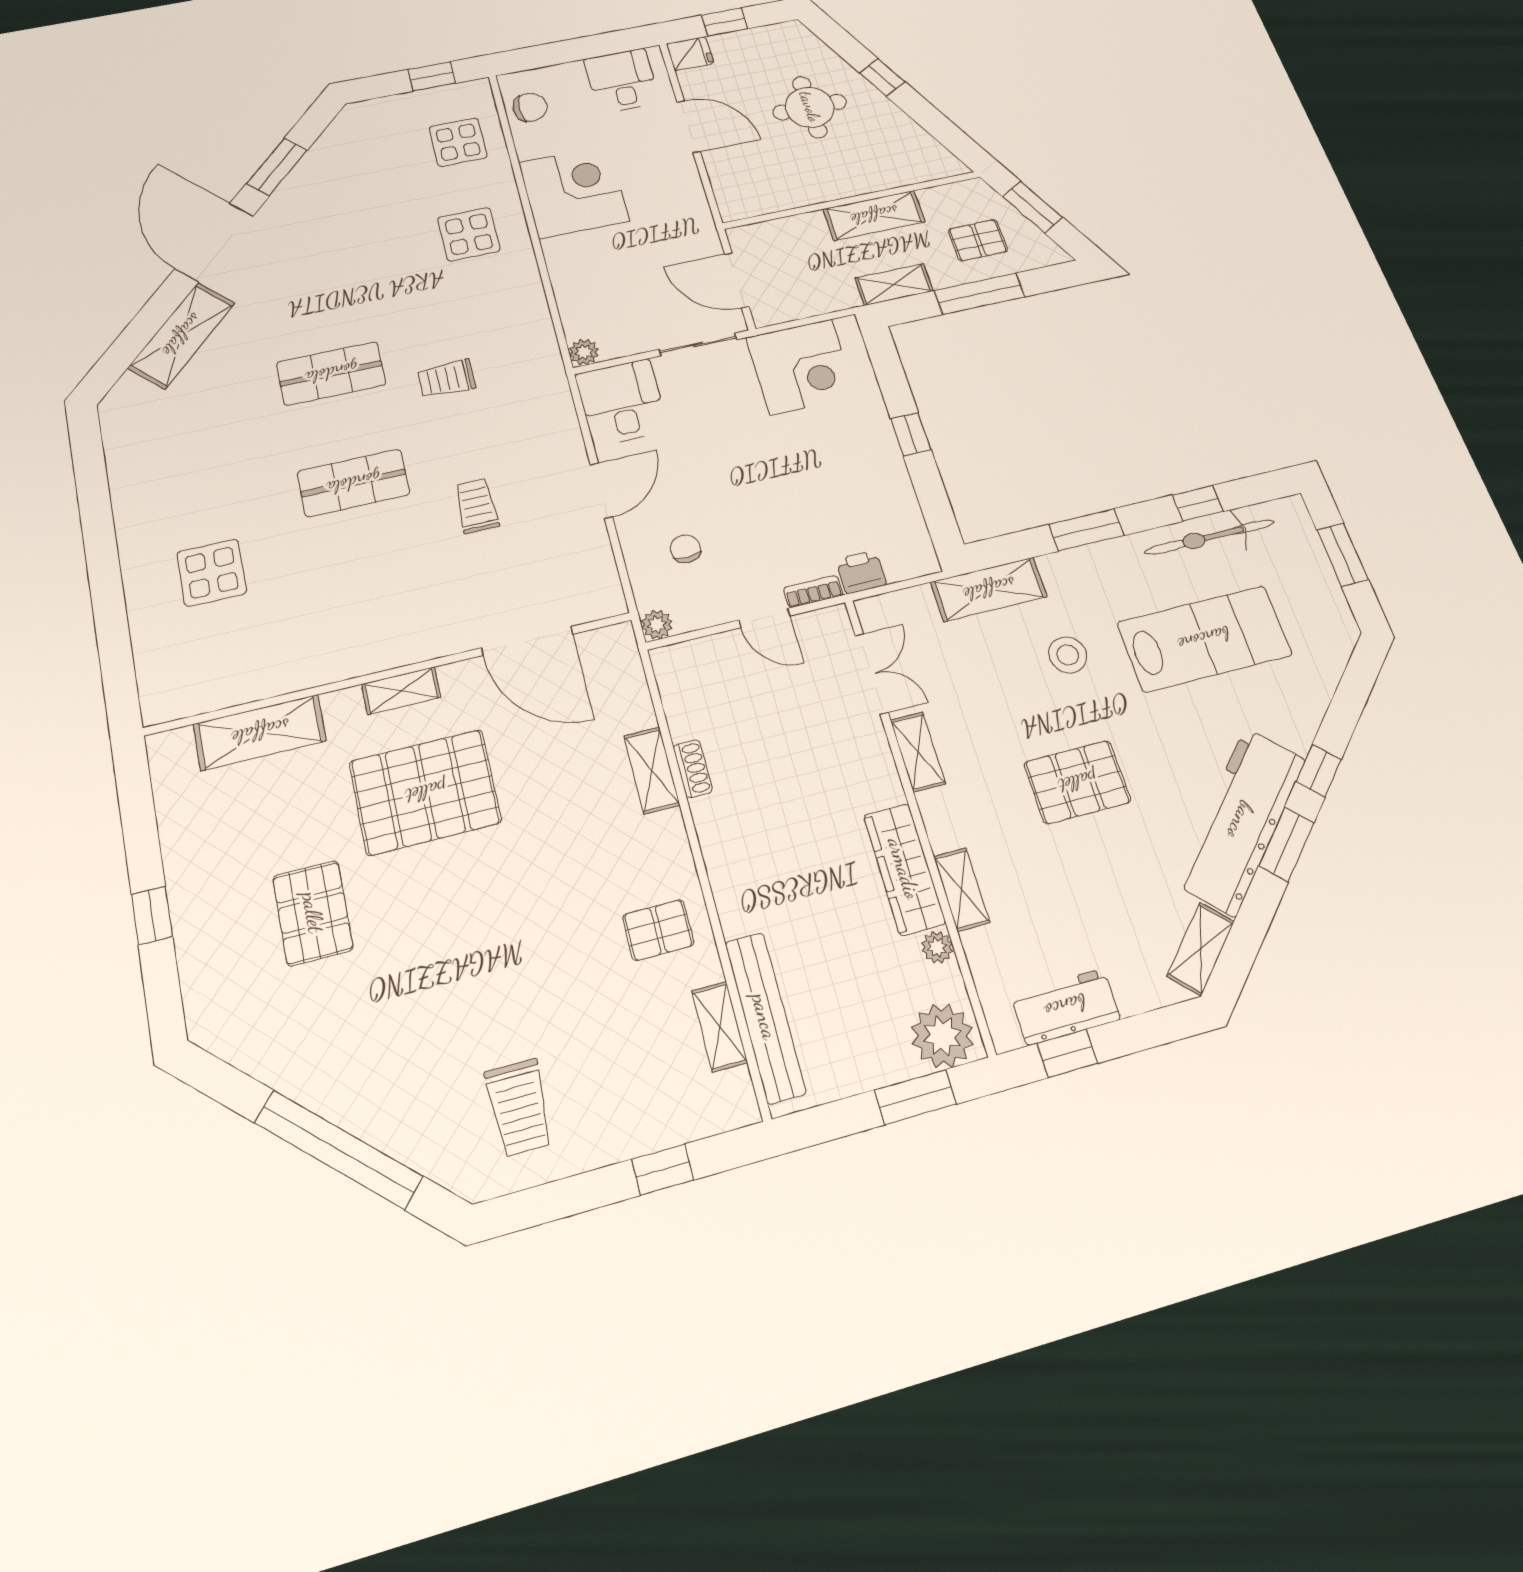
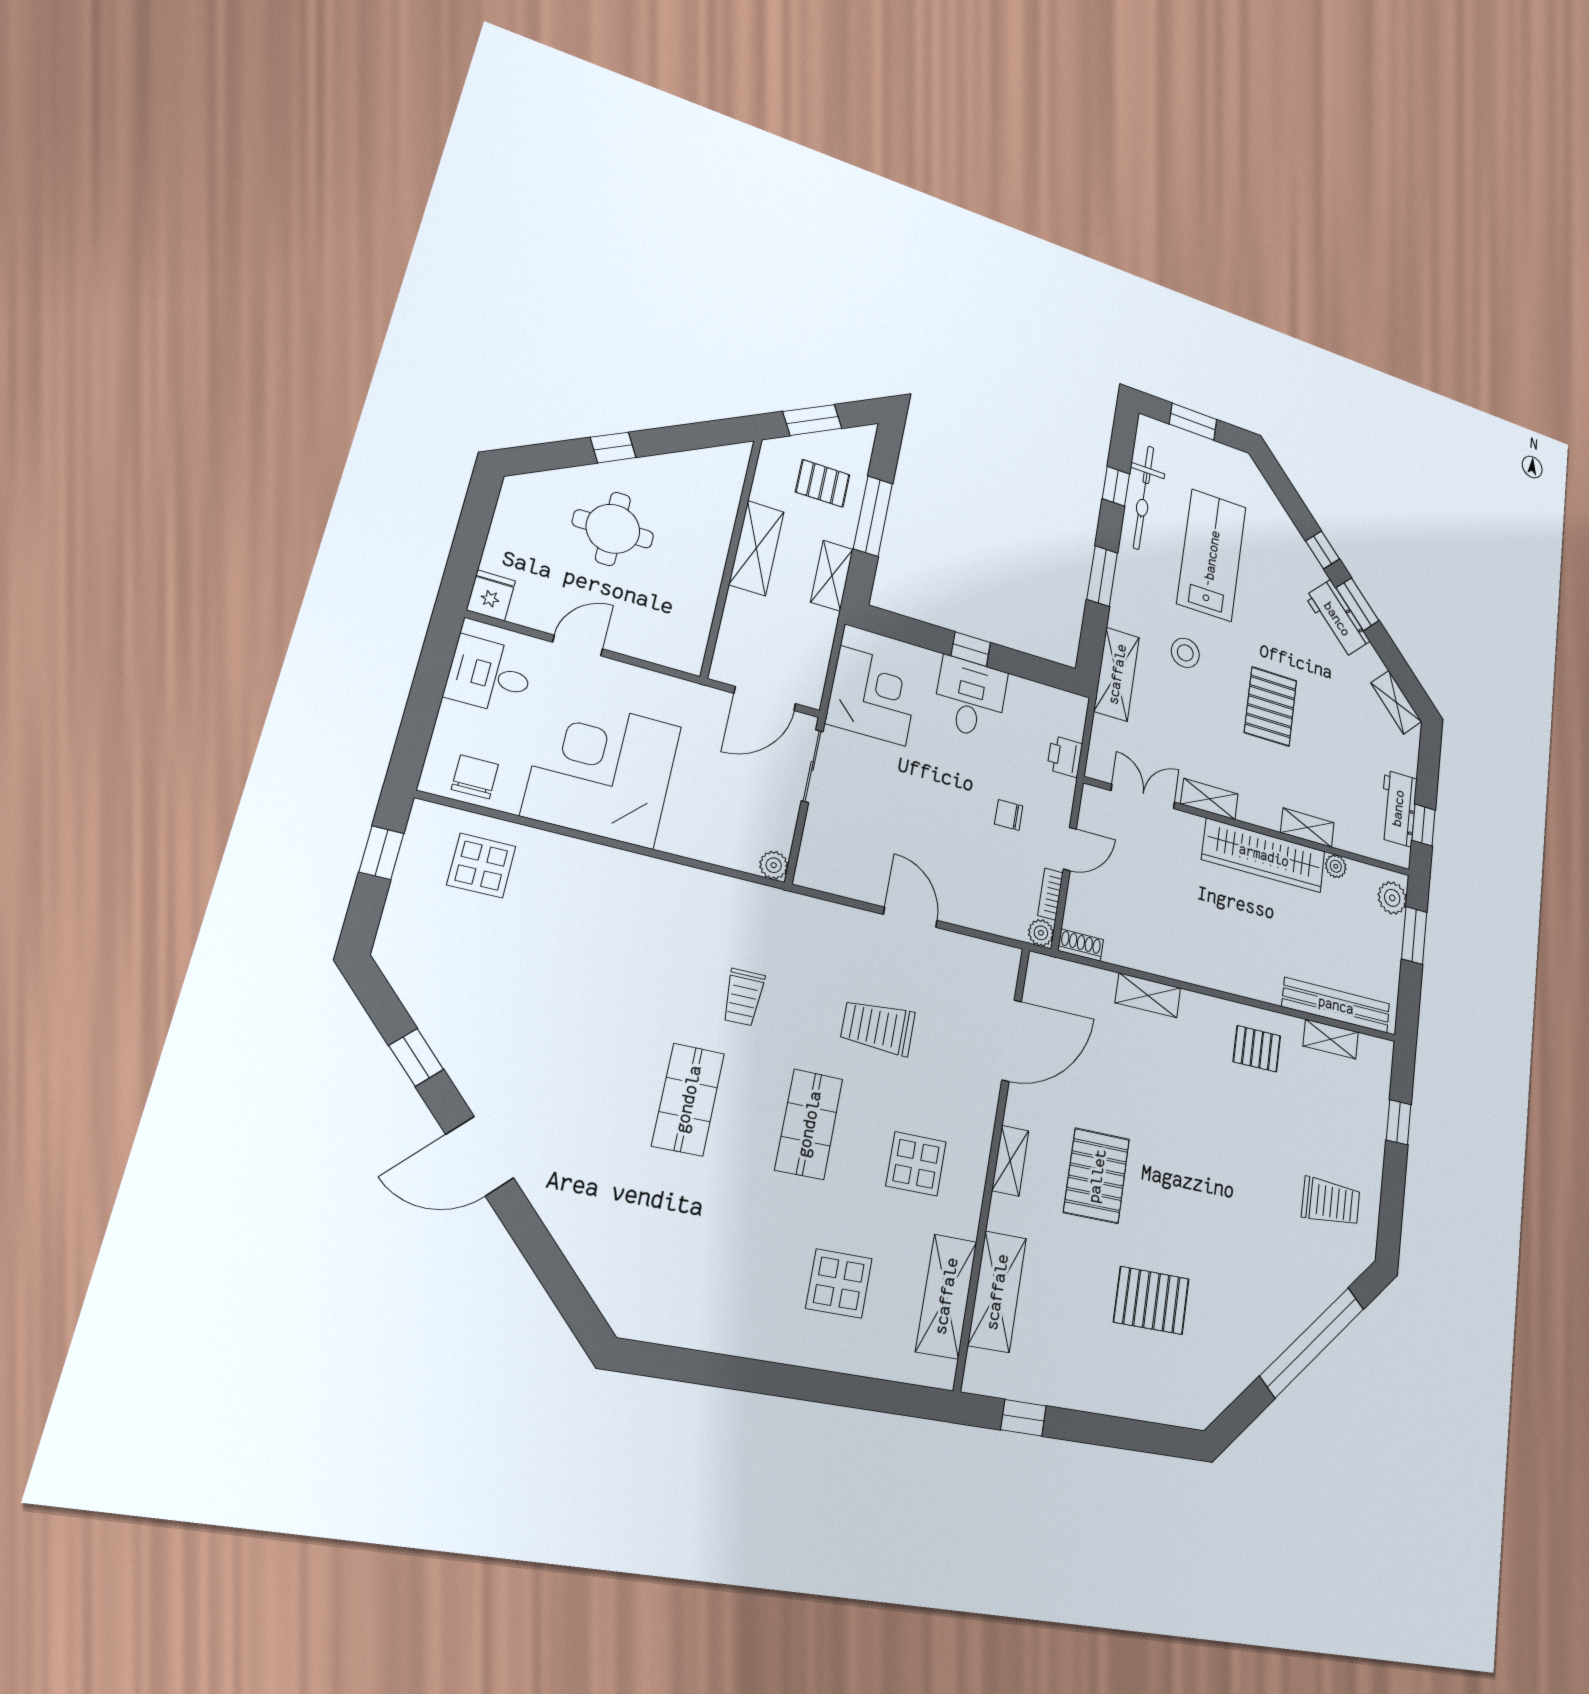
window: (725, 22) -> (469, 542), removed
door: (689, 126) -> (578, 645), width x0.73
window: (277, 167) -> (416, 1057), width x0.67
corner desk: (574, 192) -> (602, 771), width x1.36, depth x1.36
display table: (469, 234) -> (916, 1164), moved
pallet: (978, 240) -> (823, 483), turned 90
door: (214, 242) -> (480, 1156), width x0.73
shelving: (182, 335) -> (946, 1296), moved, turned 45
desk: (622, 402) -> (970, 698), moved, turned 90
trolley: (476, 506) -> (878, 1027), width x1.36, depth x1.39
chair: (685, 549) -> (1009, 815), moved
bookcase: (813, 591) -> (1050, 894), moved
shoe rack: (693, 769) -> (1081, 945), moved
pallet: (425, 792) -> (1097, 1176), width x0.73, depth x0.71
workbench: (1240, 821) -> (1337, 619), width x0.53, depth x0.76
wardrobe: (904, 869) -> (1264, 855), width x1.40, depth x1.17
window: (152, 915) -> (1023, 1418), moved
pallet: (658, 930) -> (1257, 1049), turned 90
plant: (942, 1036) -> (1392, 898), width x0.73, depth x0.73

